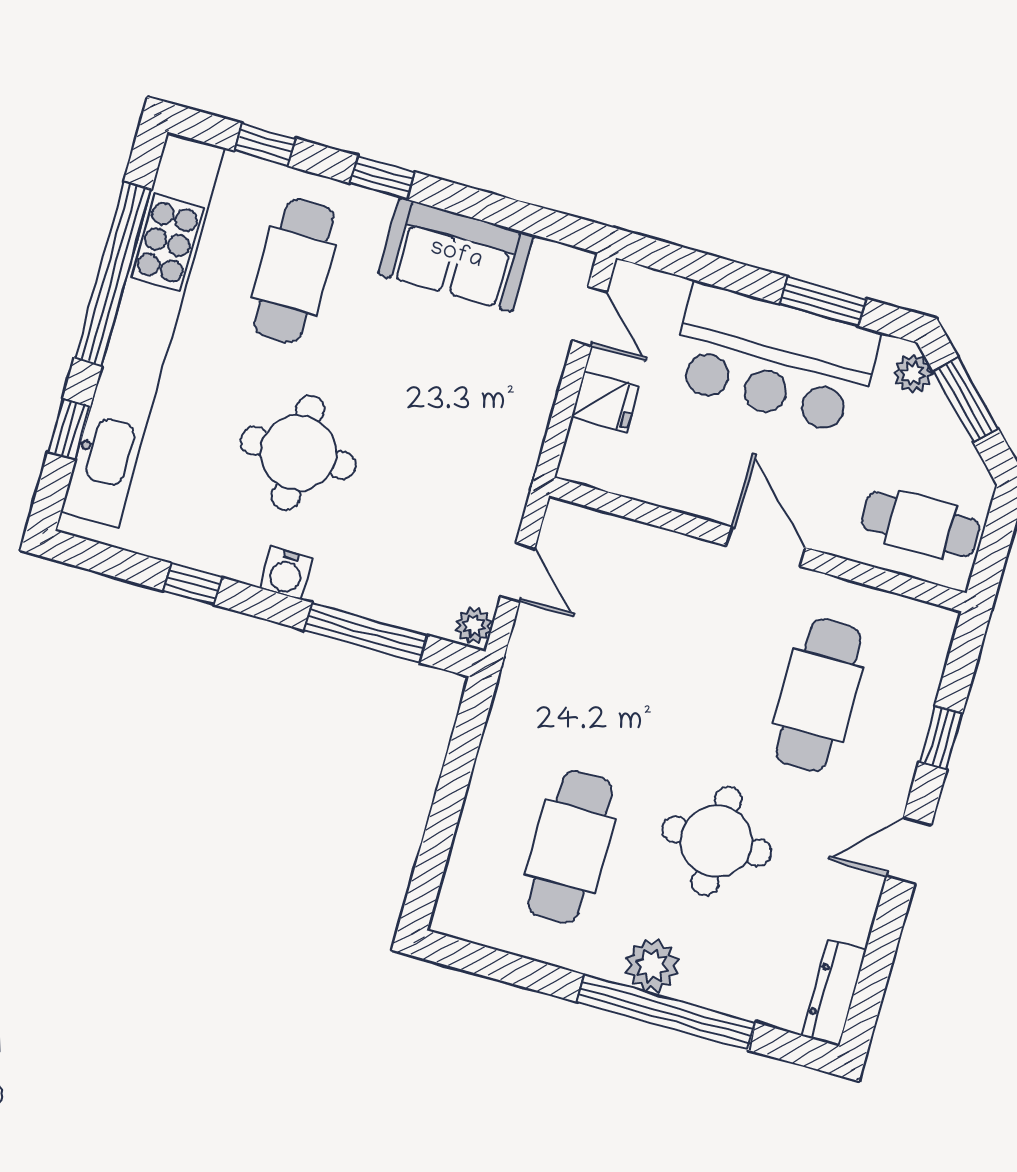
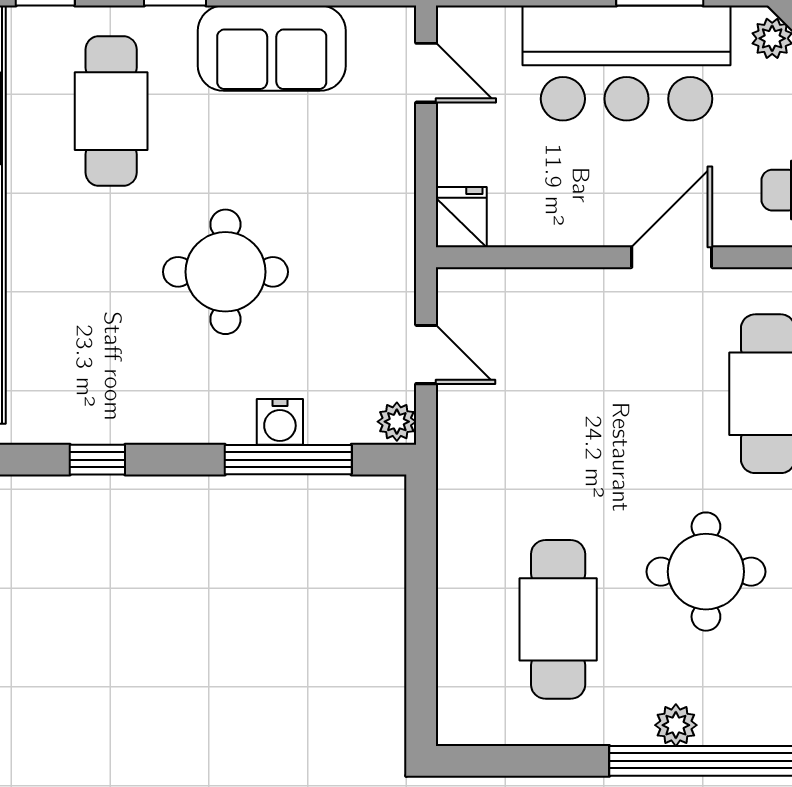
fridge: (605, 401) -> (461, 217), moved, turned -90
round table: (298, 453) -> (225, 272), moved
door: (766, 547) -> (672, 257), hinge flipped
water cooler: (286, 573) -> (280, 422), moved
plant: (652, 966) -> (676, 725), width x0.73, depth x0.73

